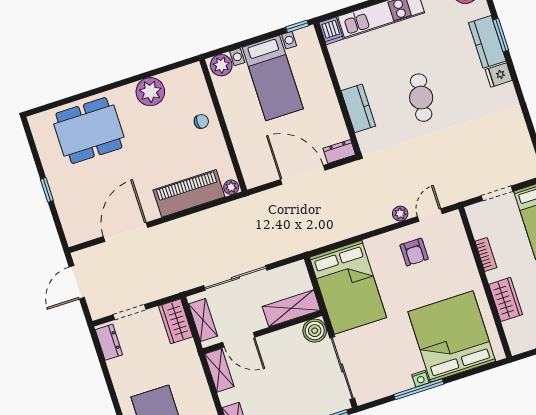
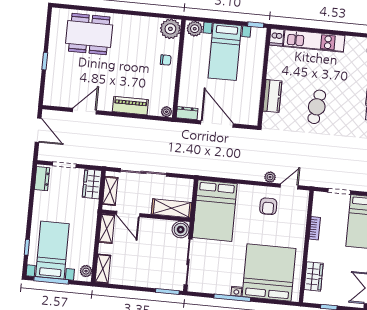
plant: (150, 92) -> (170, 29), moved
dresser: (339, 151) -> (187, 113), moved
piano: (189, 193) -> (130, 106), width x0.73, depth x0.75
door: (126, 232) -> (84, 111), width x0.73
door: (77, 282) -> (38, 130), swing flipped
wardrobe: (506, 299) -> (314, 276), moved

